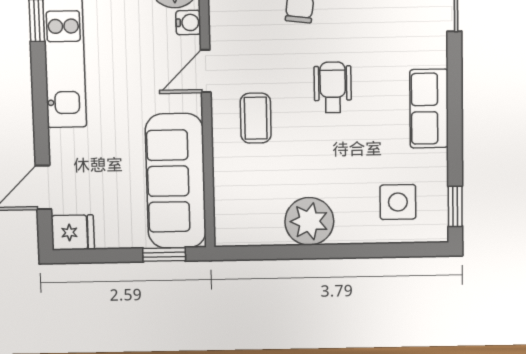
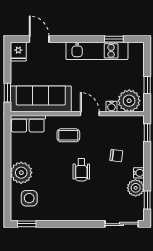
wheelchair: (333, 87) -> (81, 170), turned 90
row of seats: (429, 109) -> (28, 124), moved, turned 180
plant: (309, 221) -> (21, 173), moved

